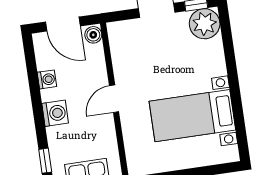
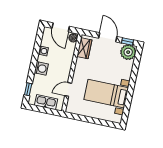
wardrobe: (121, 46) -> (84, 48), added
door: (114, 99) -> (68, 89), moved

